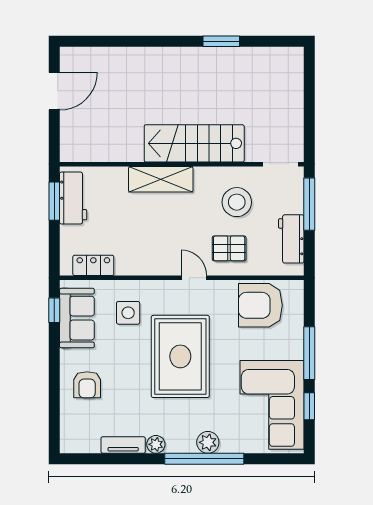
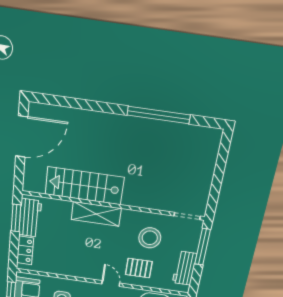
window: (221, 41) -> (159, 115), width x2.11
door: (54, 91) -> (22, 137), width x1.36
stairs: (194, 143) -> (84, 186), moved
locker: (93, 265) -> (25, 250), moved, turned 90

